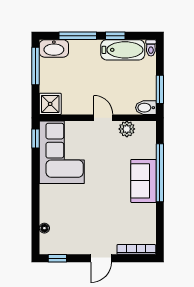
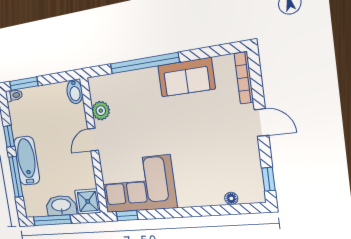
washbasin: (54, 48) -> (61, 206), moved, turned -90
bathtub: (123, 50) -> (27, 161), moved
window: (160, 89) -> (24, 84), moved
sofa: (143, 181) -> (186, 77), moved

